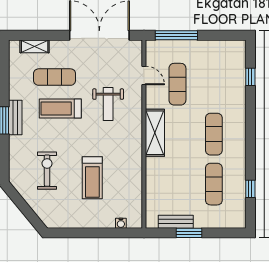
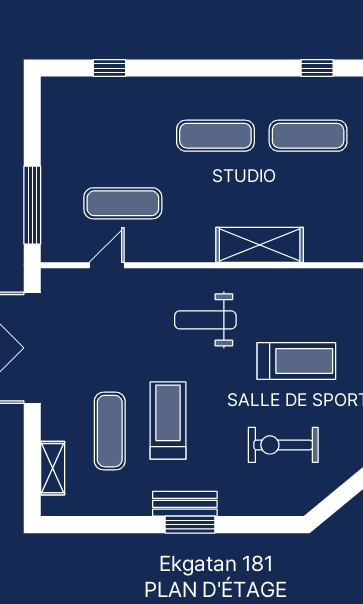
weight bench: (108, 104) -> (205, 320), moved, turned 180
treadmill: (60, 109) -> (168, 420), turned 180
shelving: (155, 133) -> (260, 245), moved

